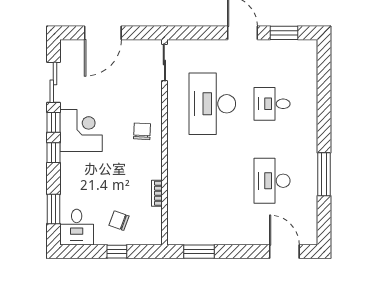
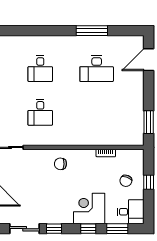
desk: (212, 104) -> (40, 112), width x0.53, depth x0.77
corner desk: (81, 131) -> (89, 209), moved
window: (53, 153) -> (88, 229), moved

